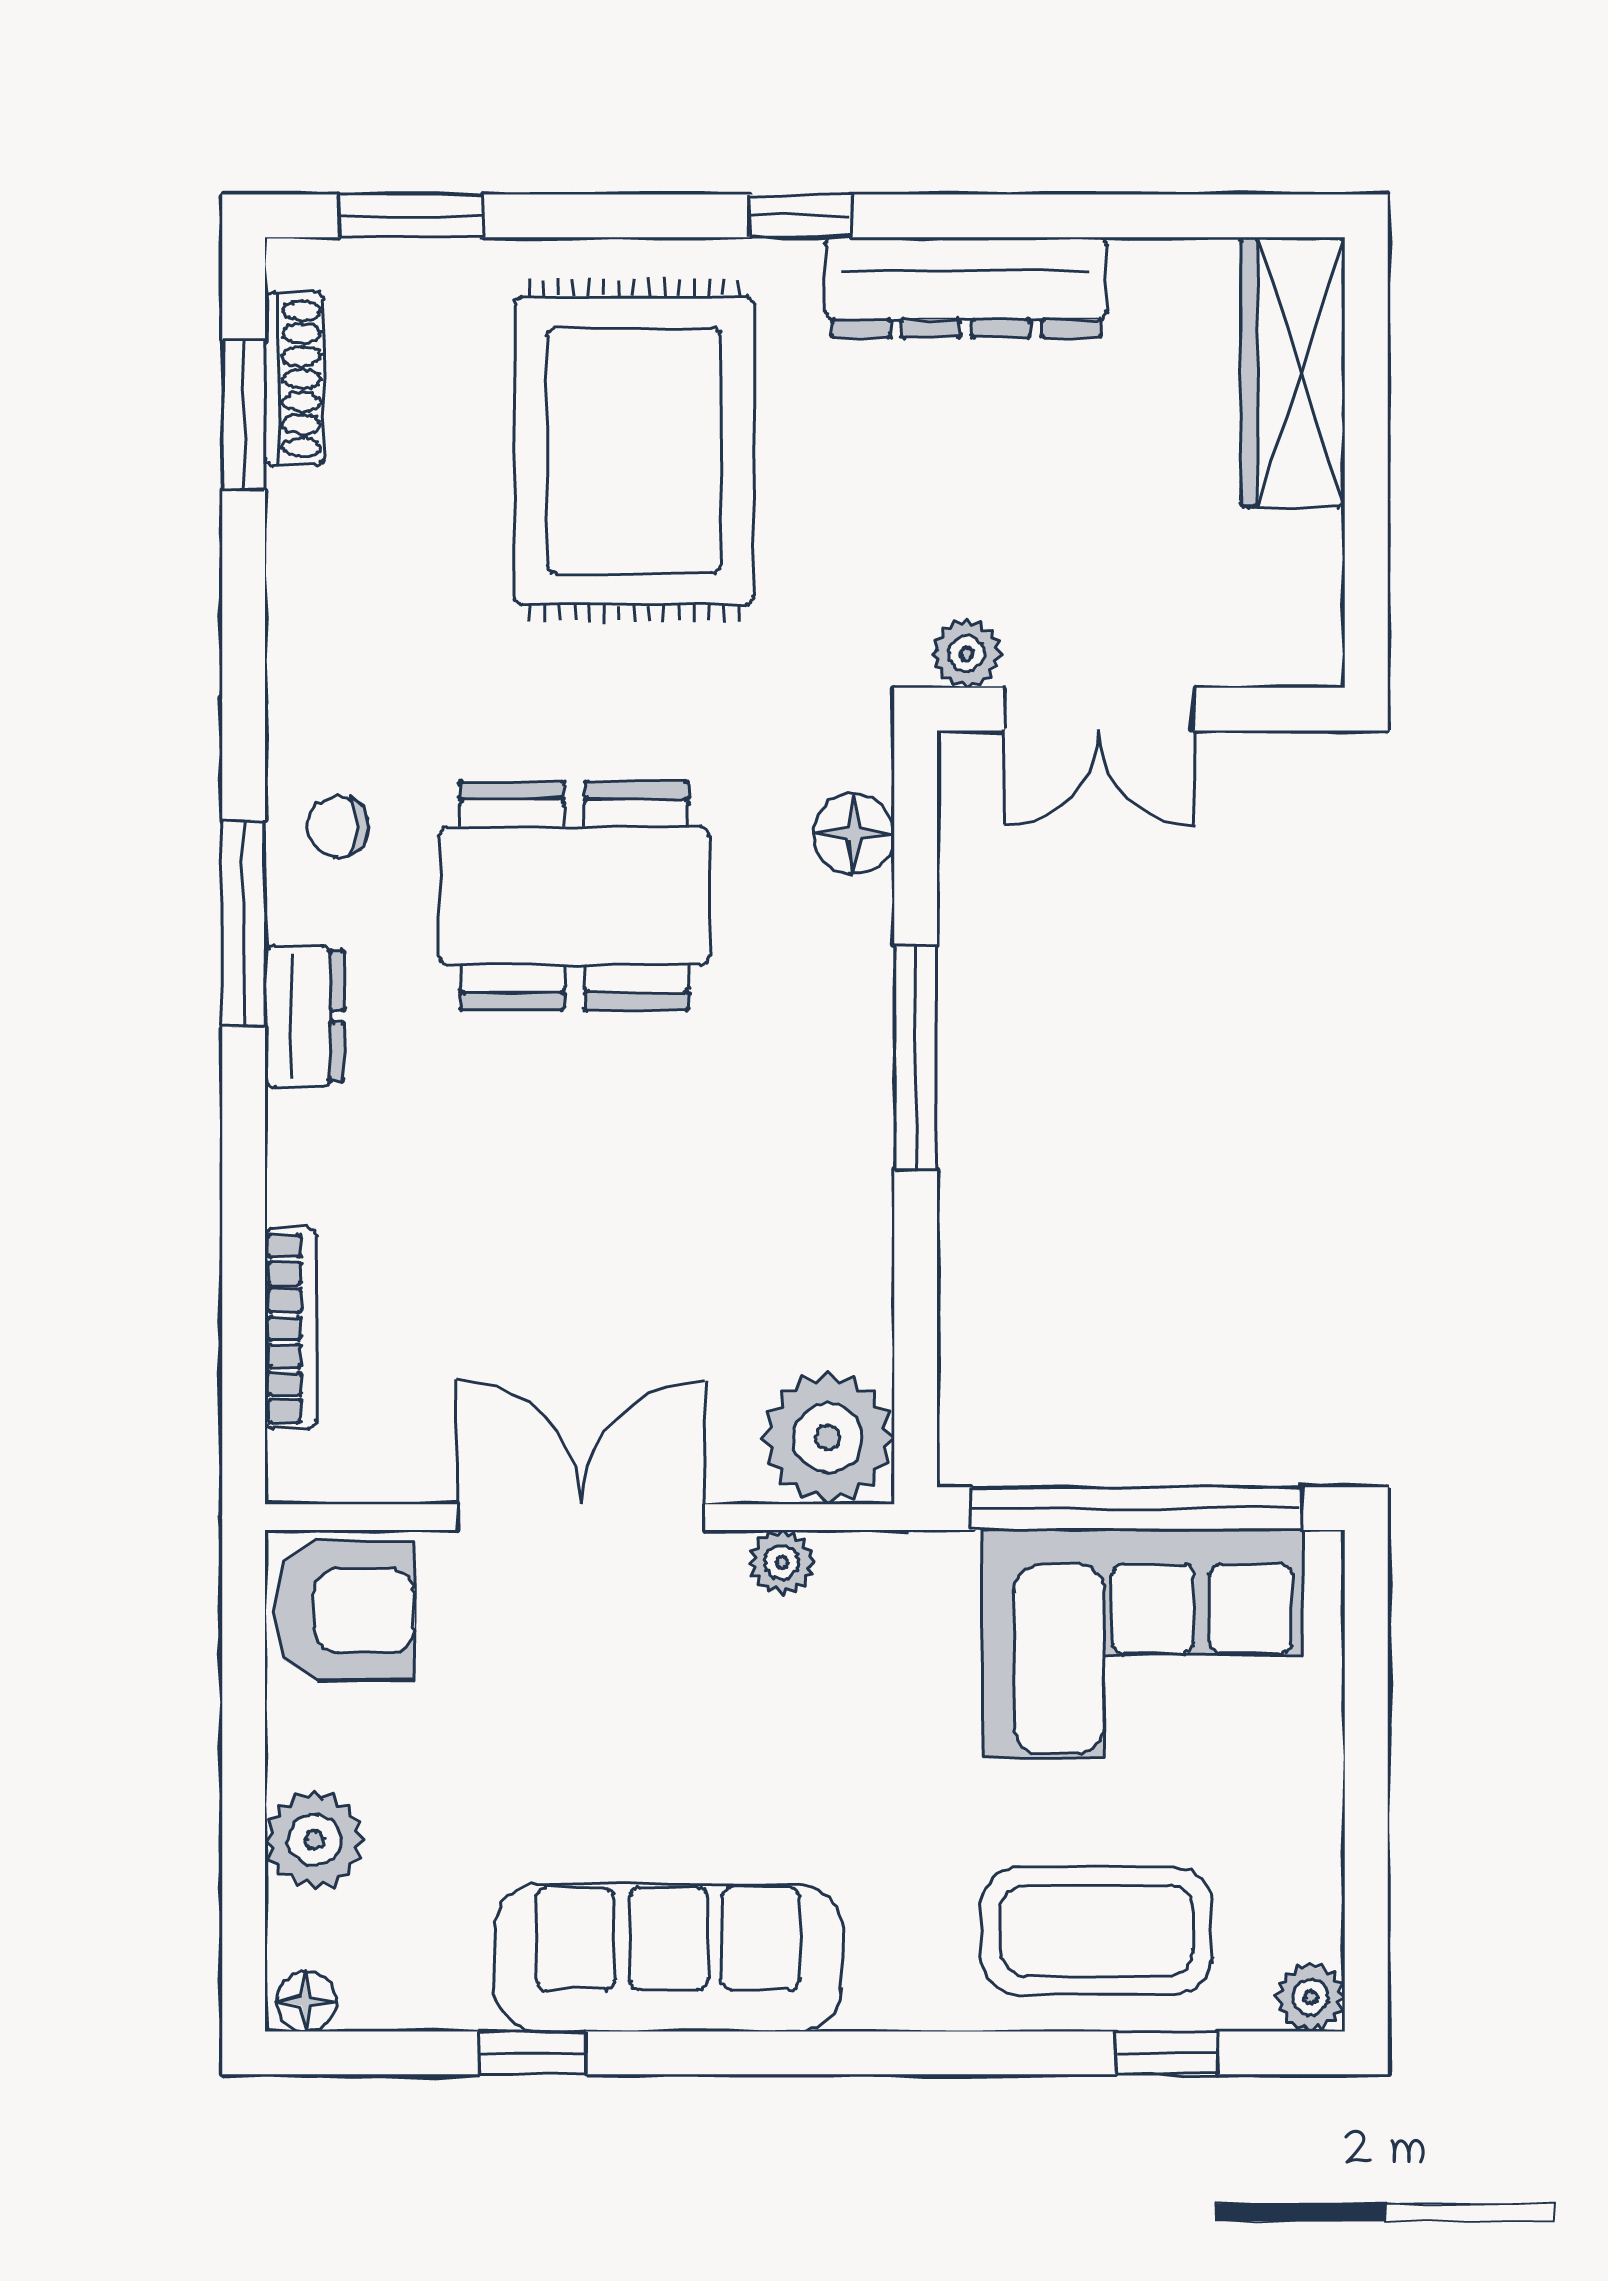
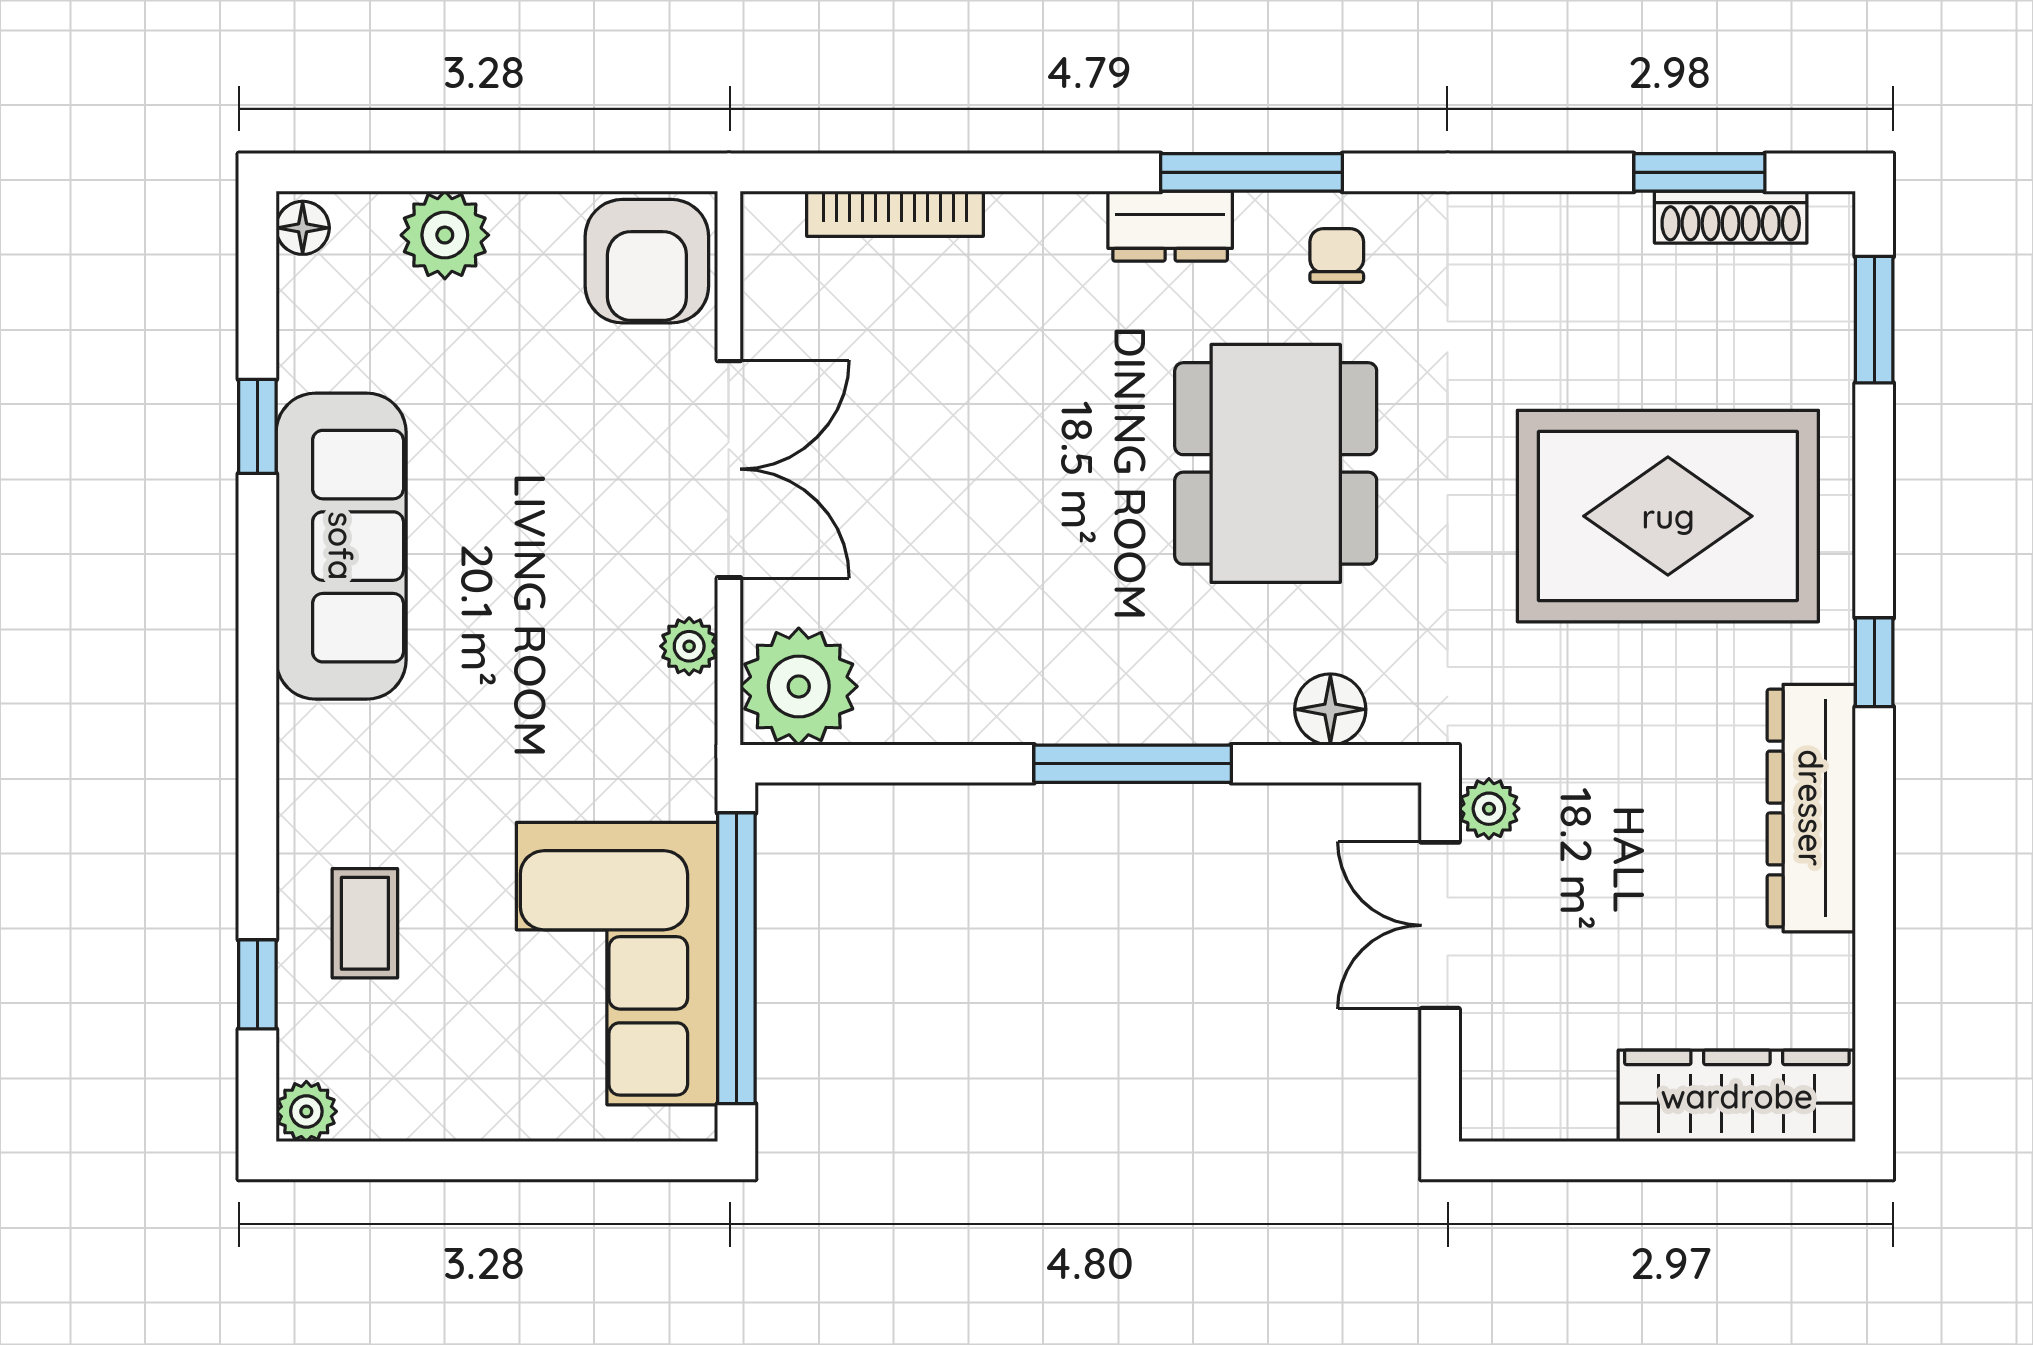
coffee table: (1097, 1931) -> (365, 923), width x0.54, depth x0.58

